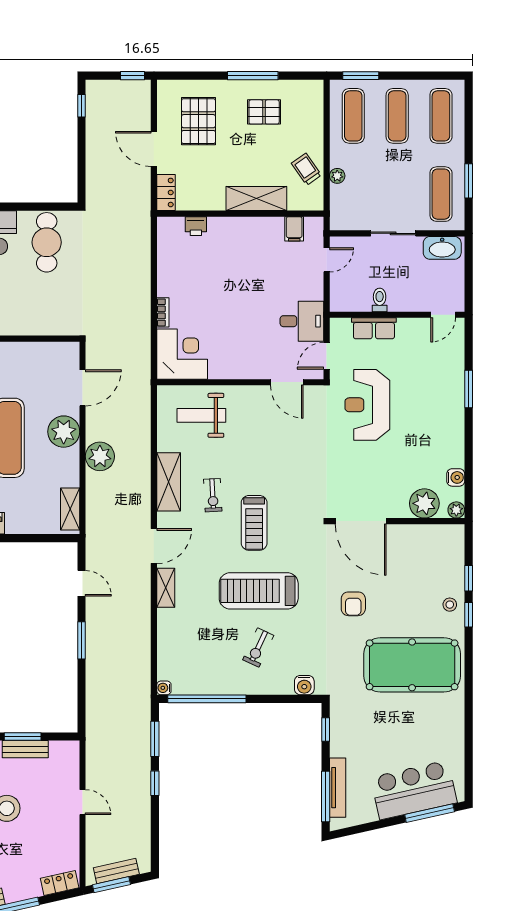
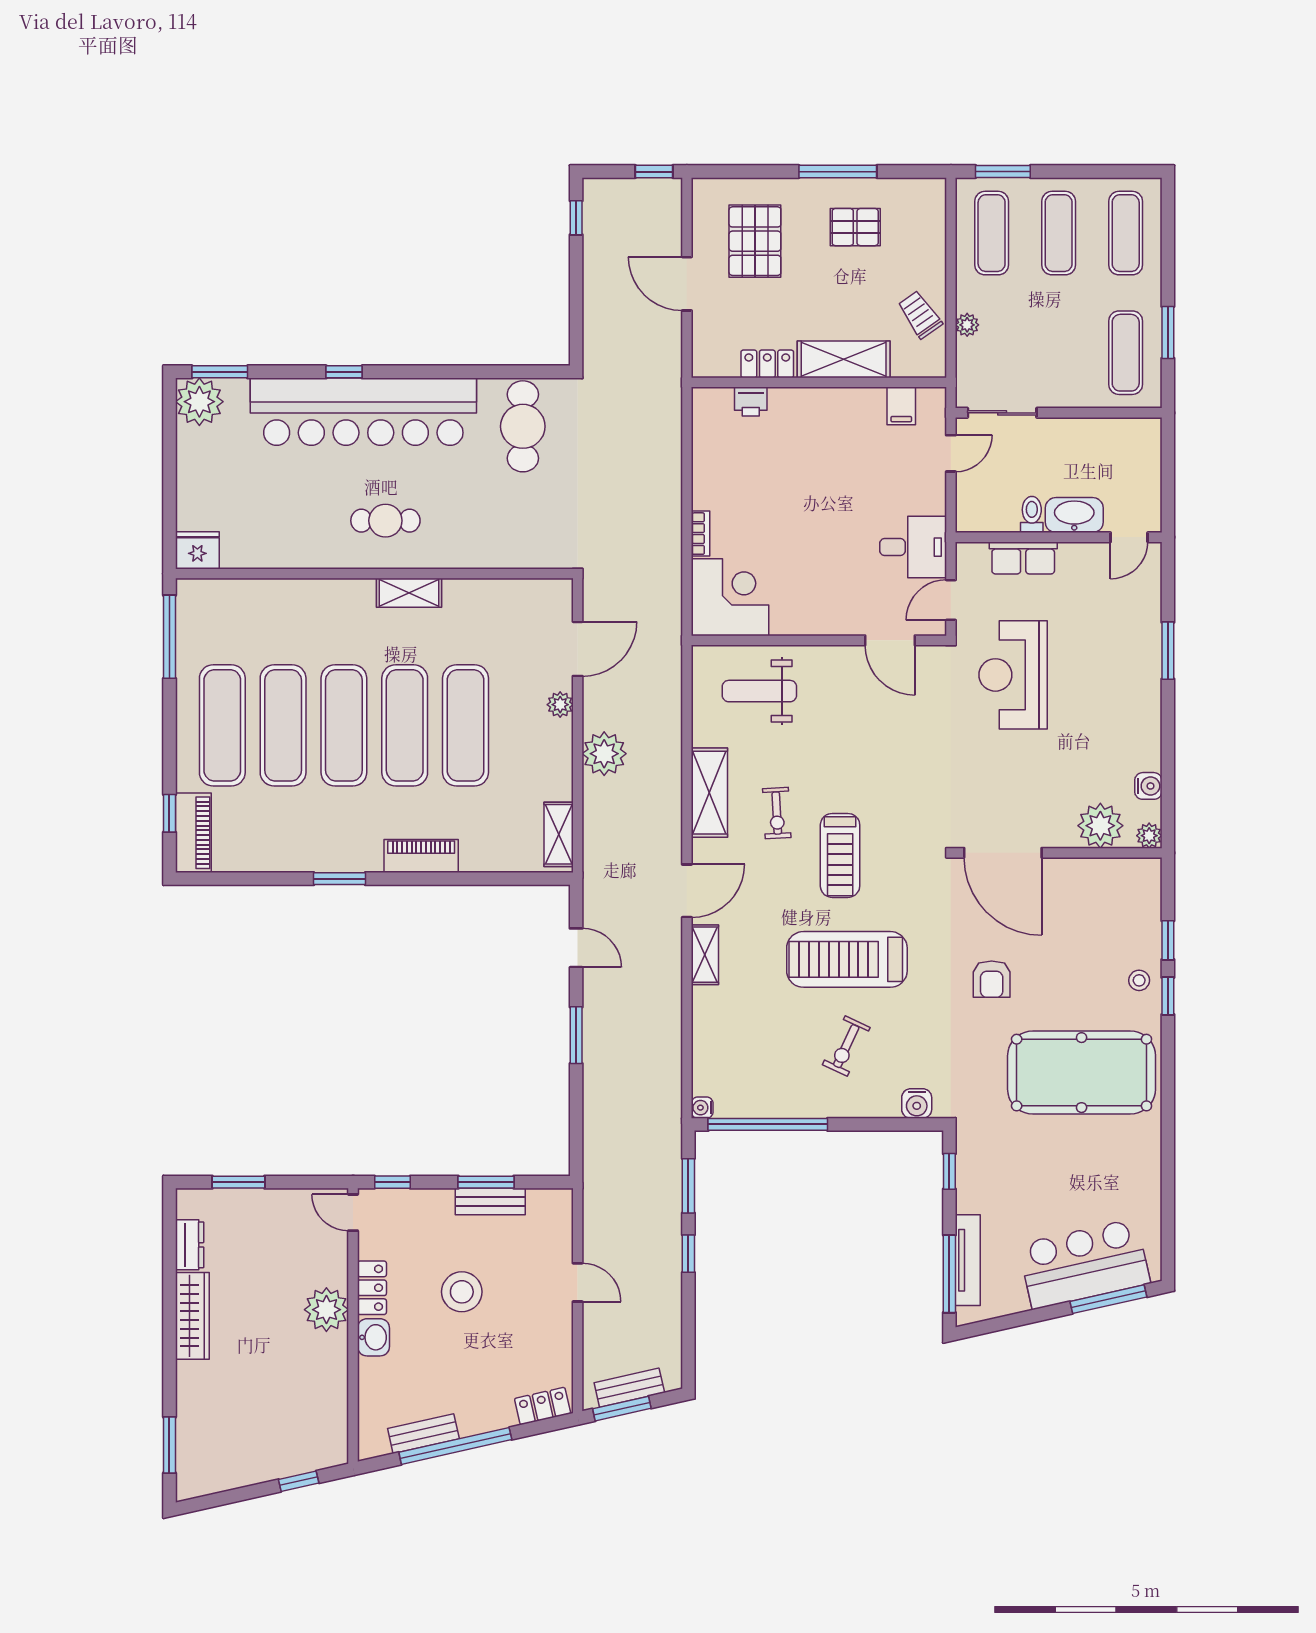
locker: (166, 192) -> (767, 364), moved, turned -90
sliding door: (393, 233) -> (1002, 413), moved
washbasin: (442, 248) -> (1074, 515), moved, turned 180
plant: (64, 432) -> (560, 705), width x0.53, depth x0.53

